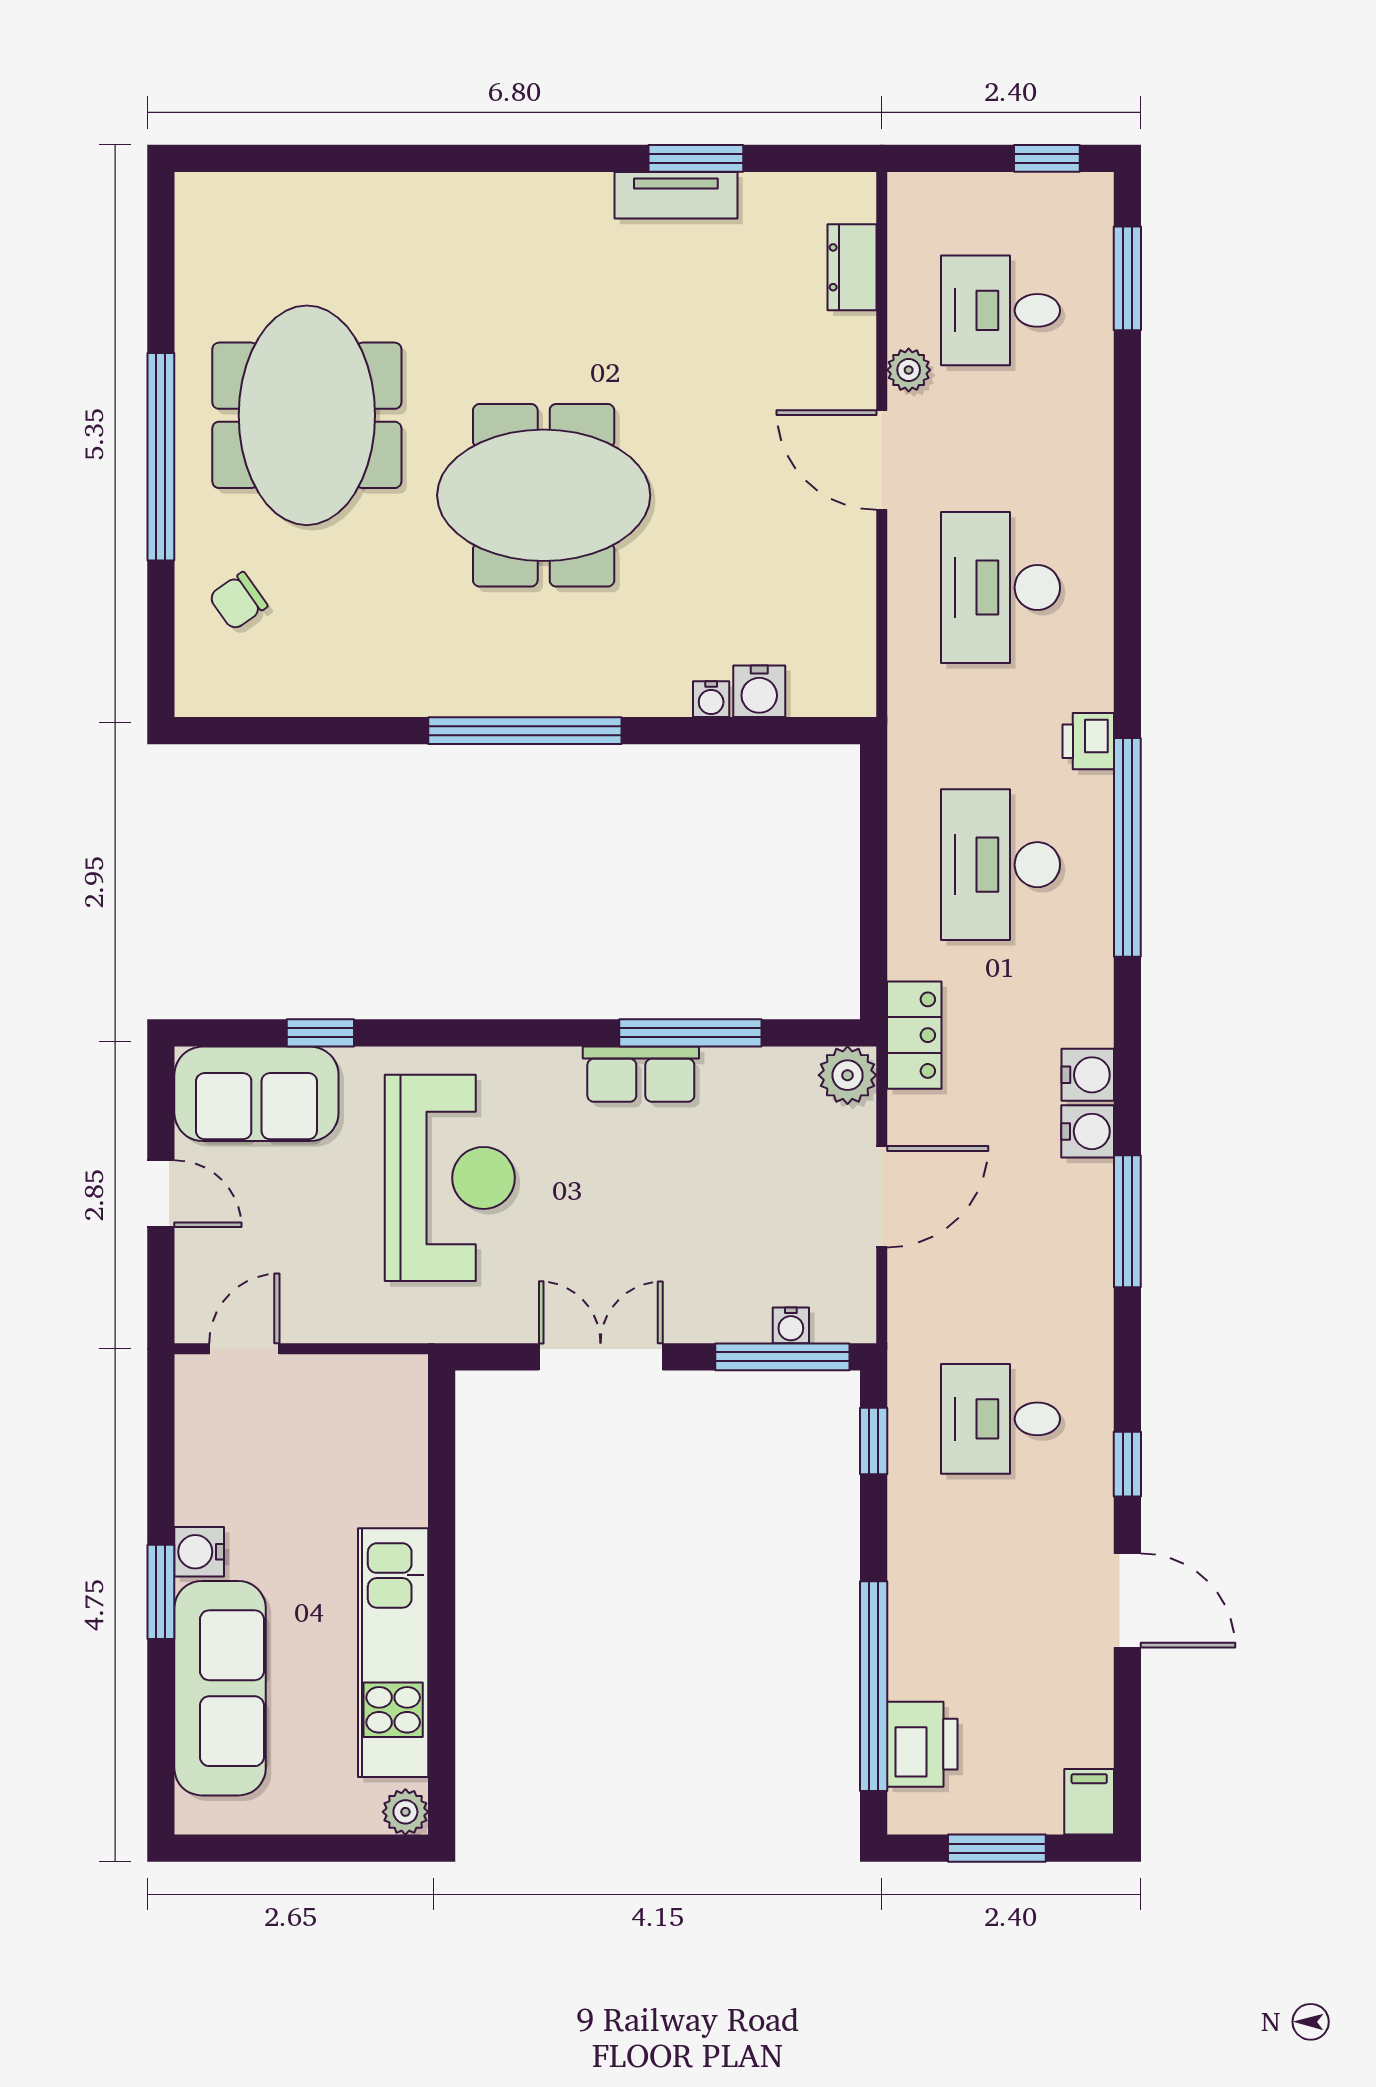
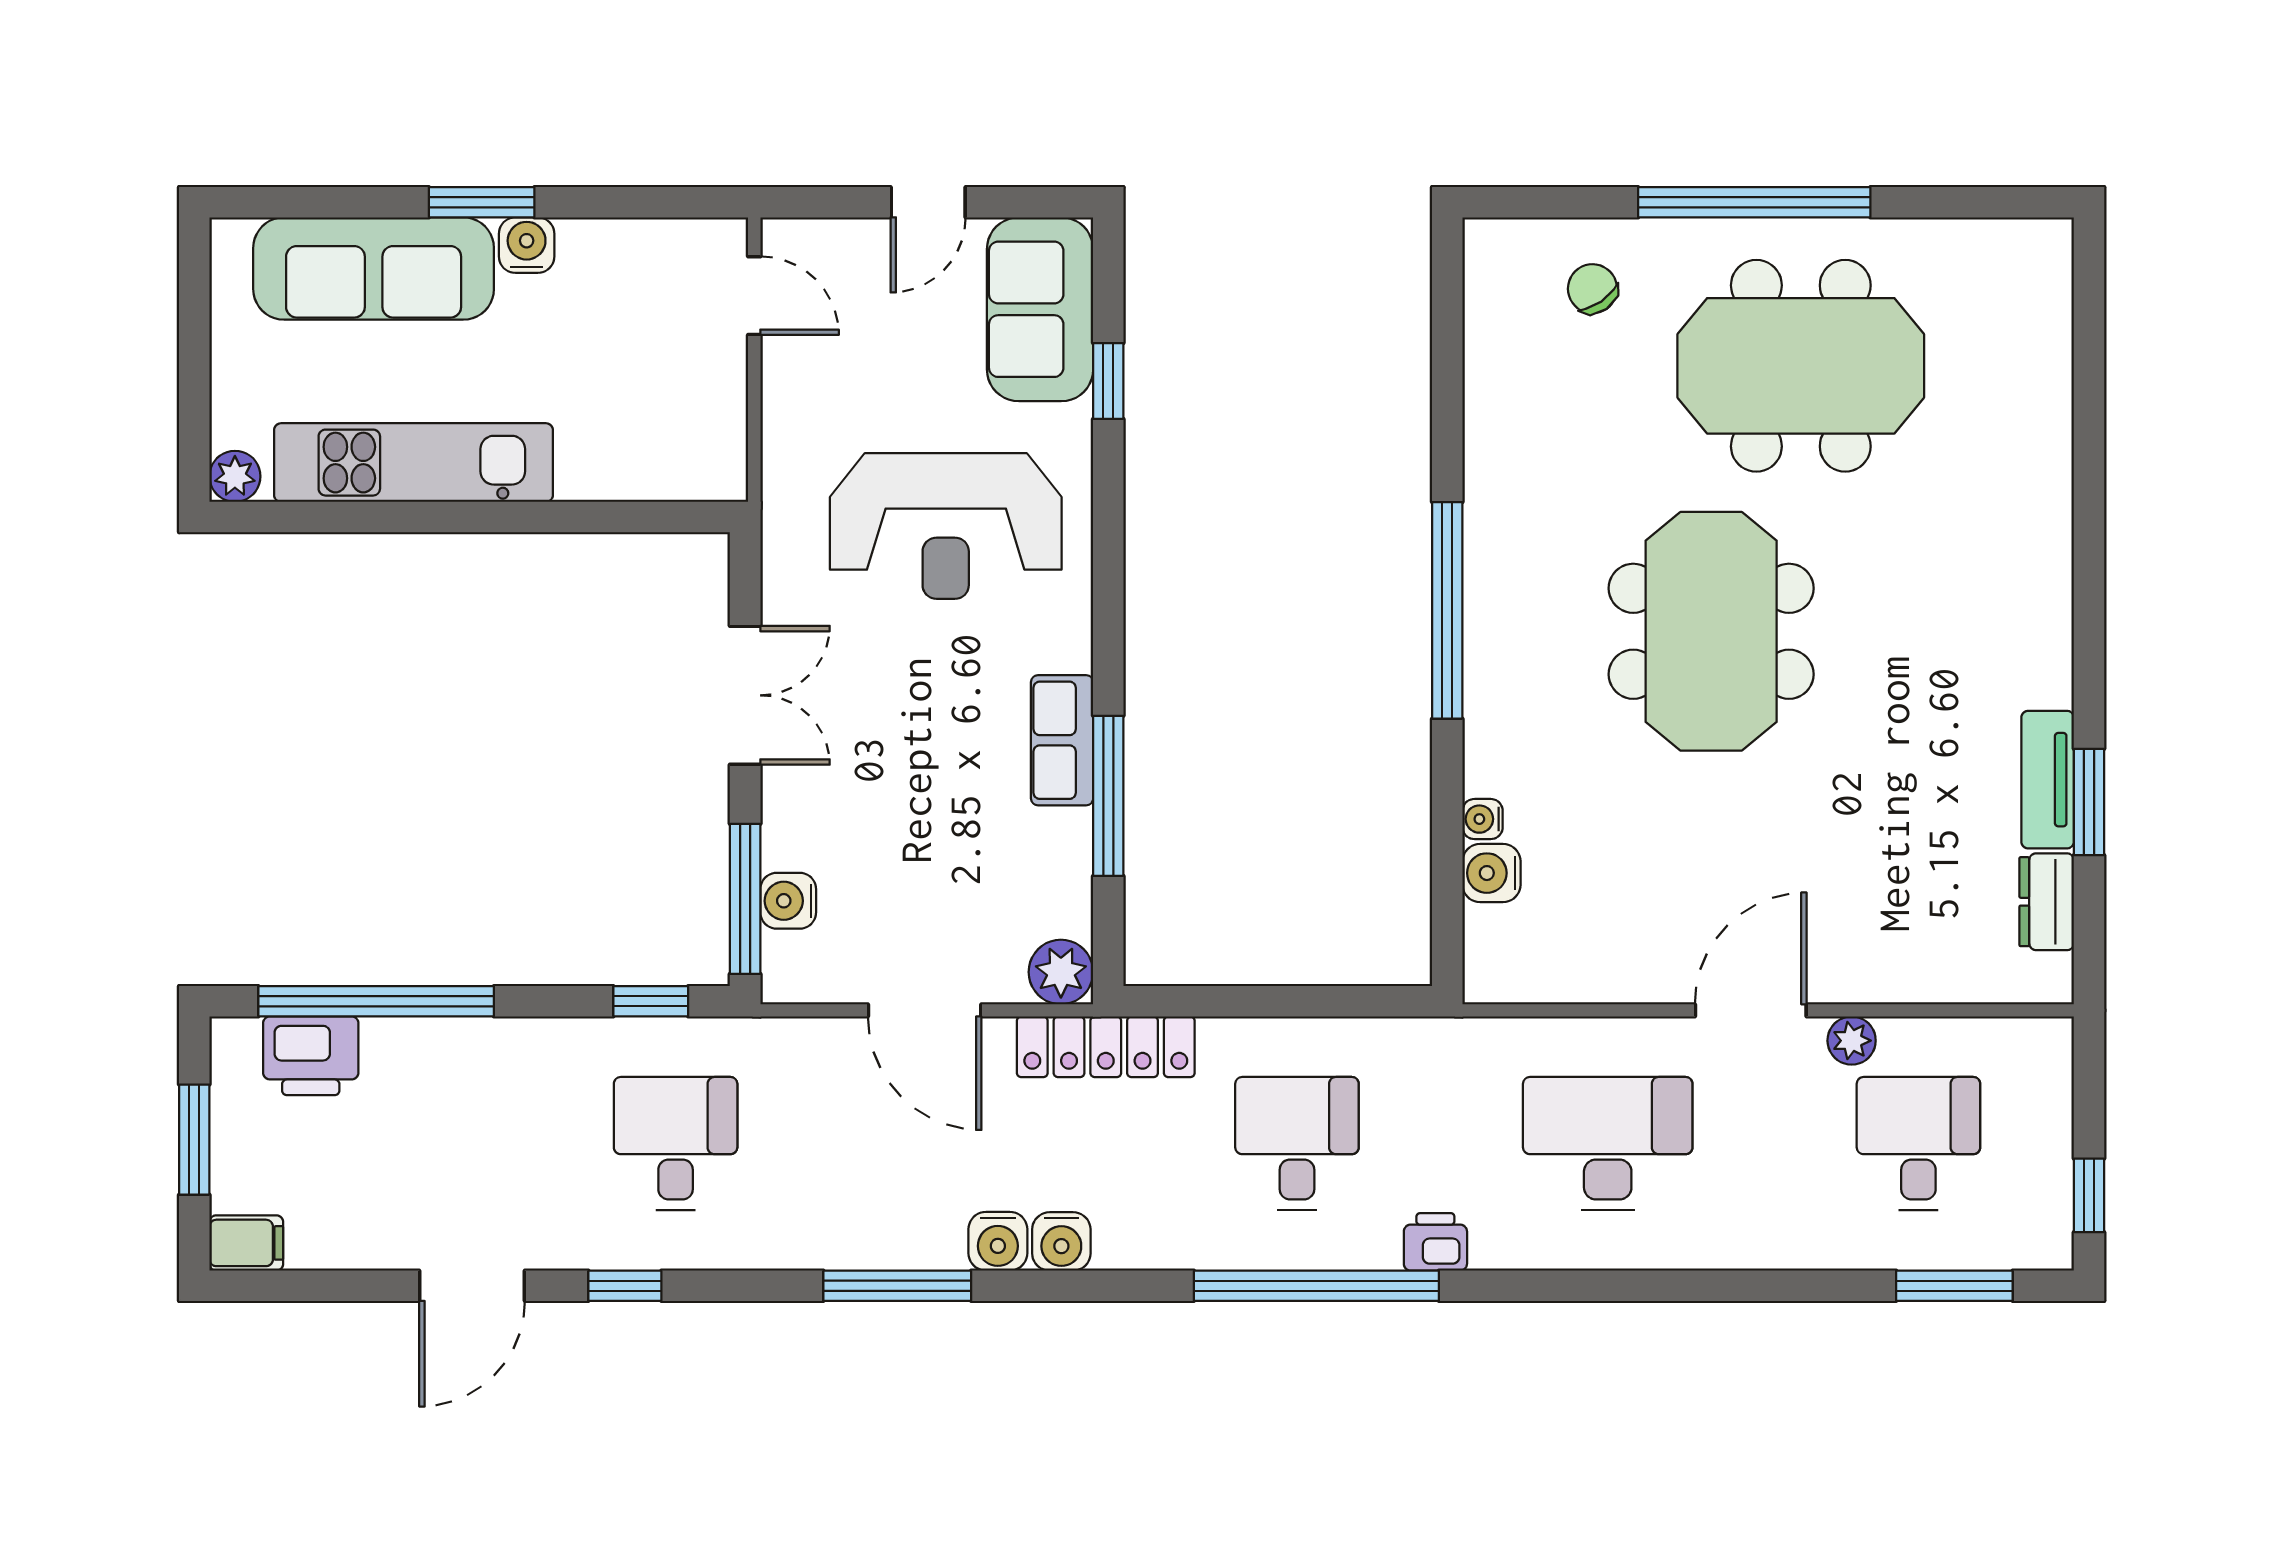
dresser: (852, 267) -> (2047, 902), moved, turned -90
desk: (1000, 865) -> (1297, 1144), width x0.73
locker: (914, 1035) -> (1106, 1047), width x1.53
water cooler: (791, 1325) -> (788, 901), width x1.38, depth x1.38

